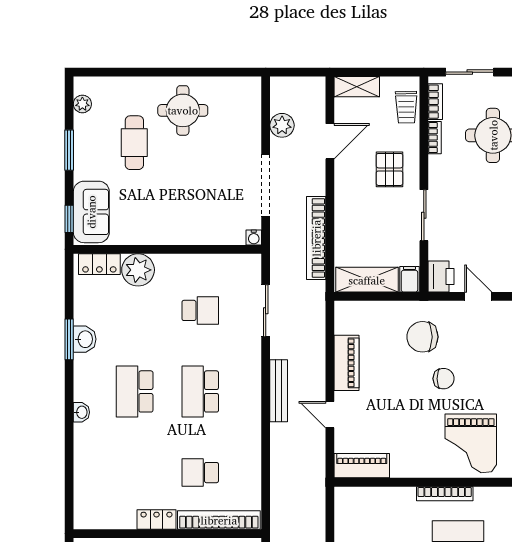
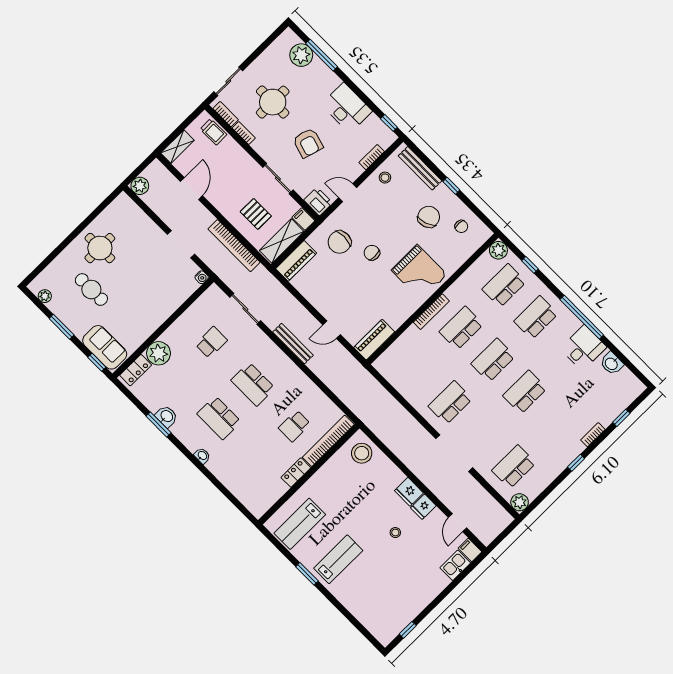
plant: (282, 125) -> (140, 186), moved
pallet: (389, 169) -> (256, 214), moved
doorway: (266, 185) -> (181, 244), width x0.73
armchair: (488, 209) -> (308, 143), added
piano: (346, 363) -> (296, 261), moved, turned 90
chair: (444, 379) -> (372, 253), turned -90

